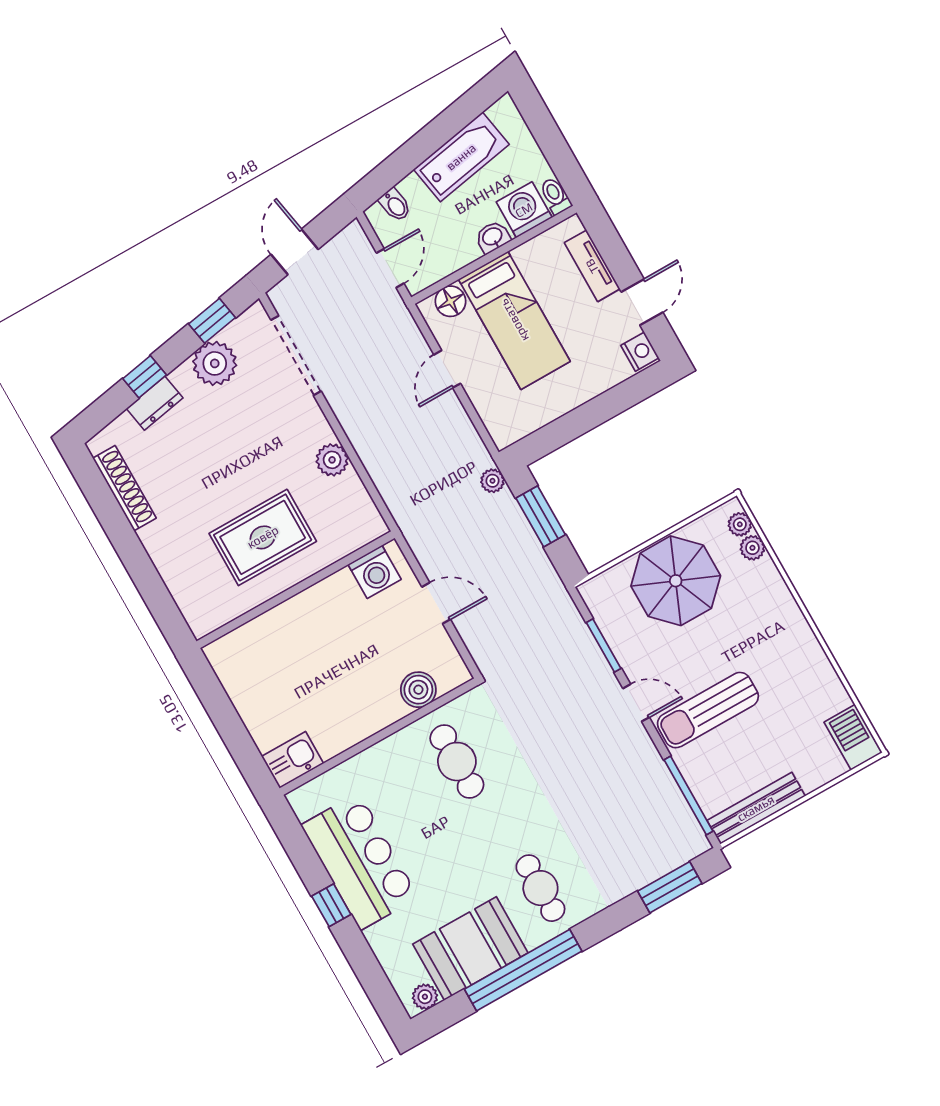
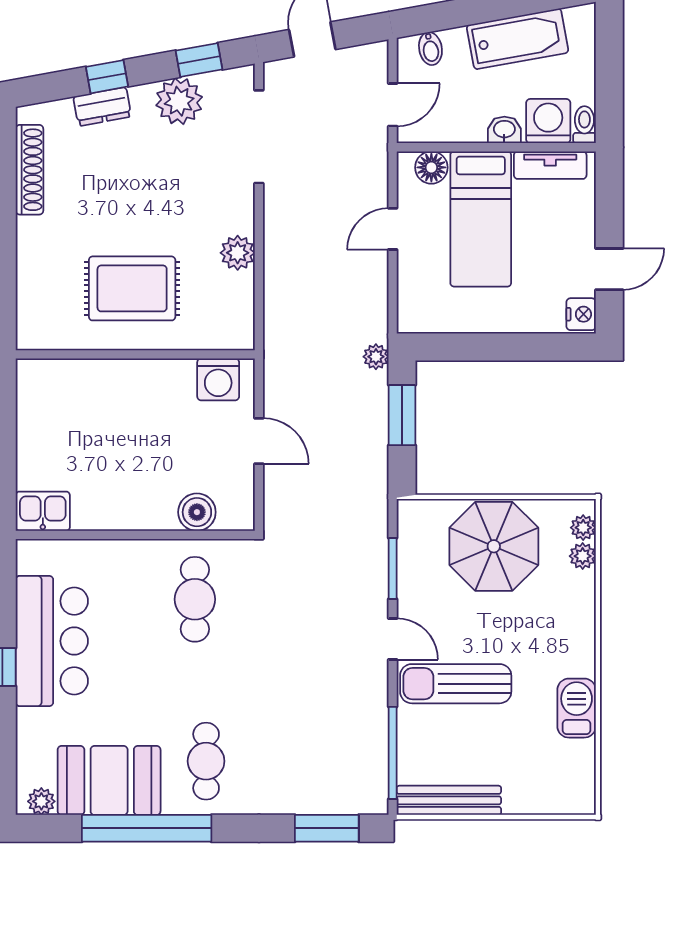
tv unit: (592, 266) -> (550, 165), moved, turned -90
barbecue: (853, 737) -> (577, 708), moved

